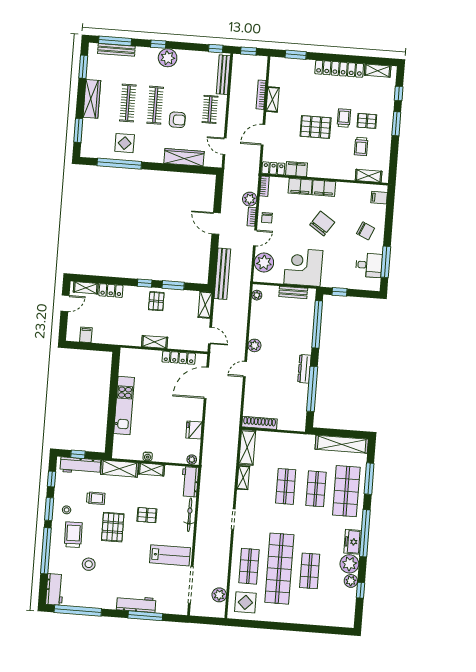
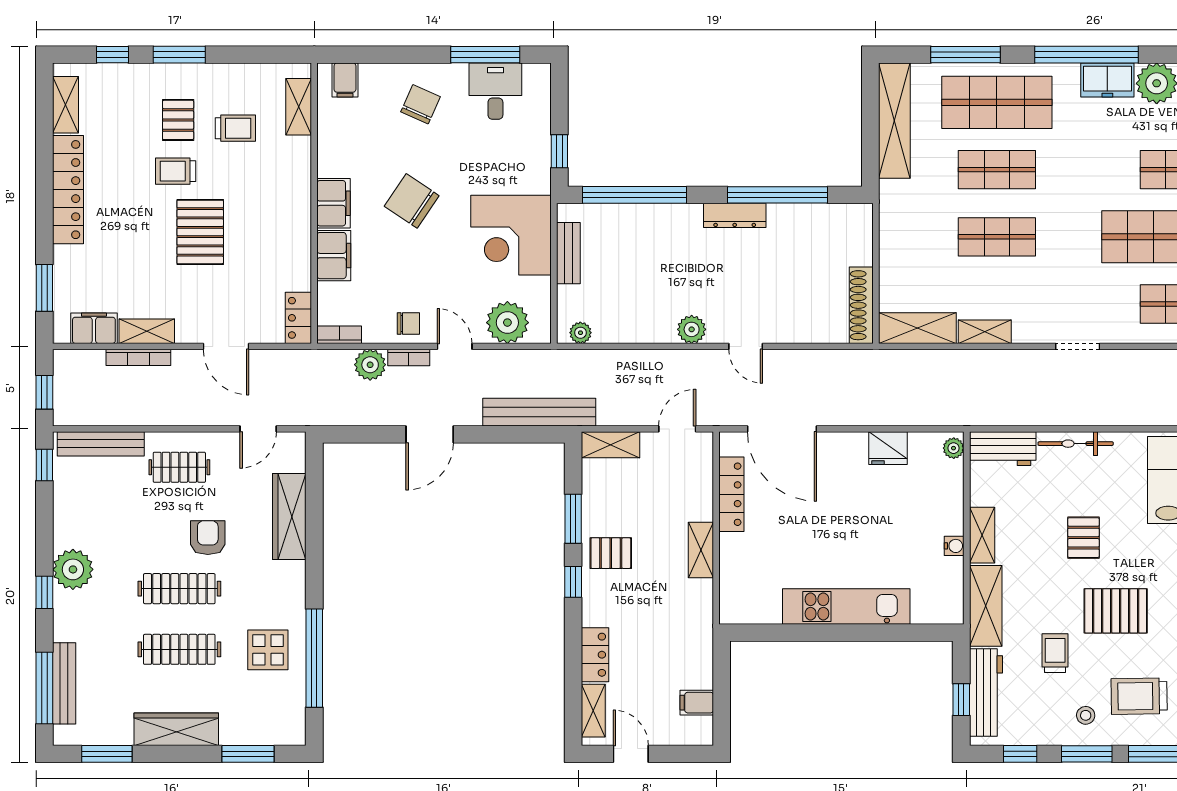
filing cabinet: (296, 169) -> (94, 328), moved, turned 90

